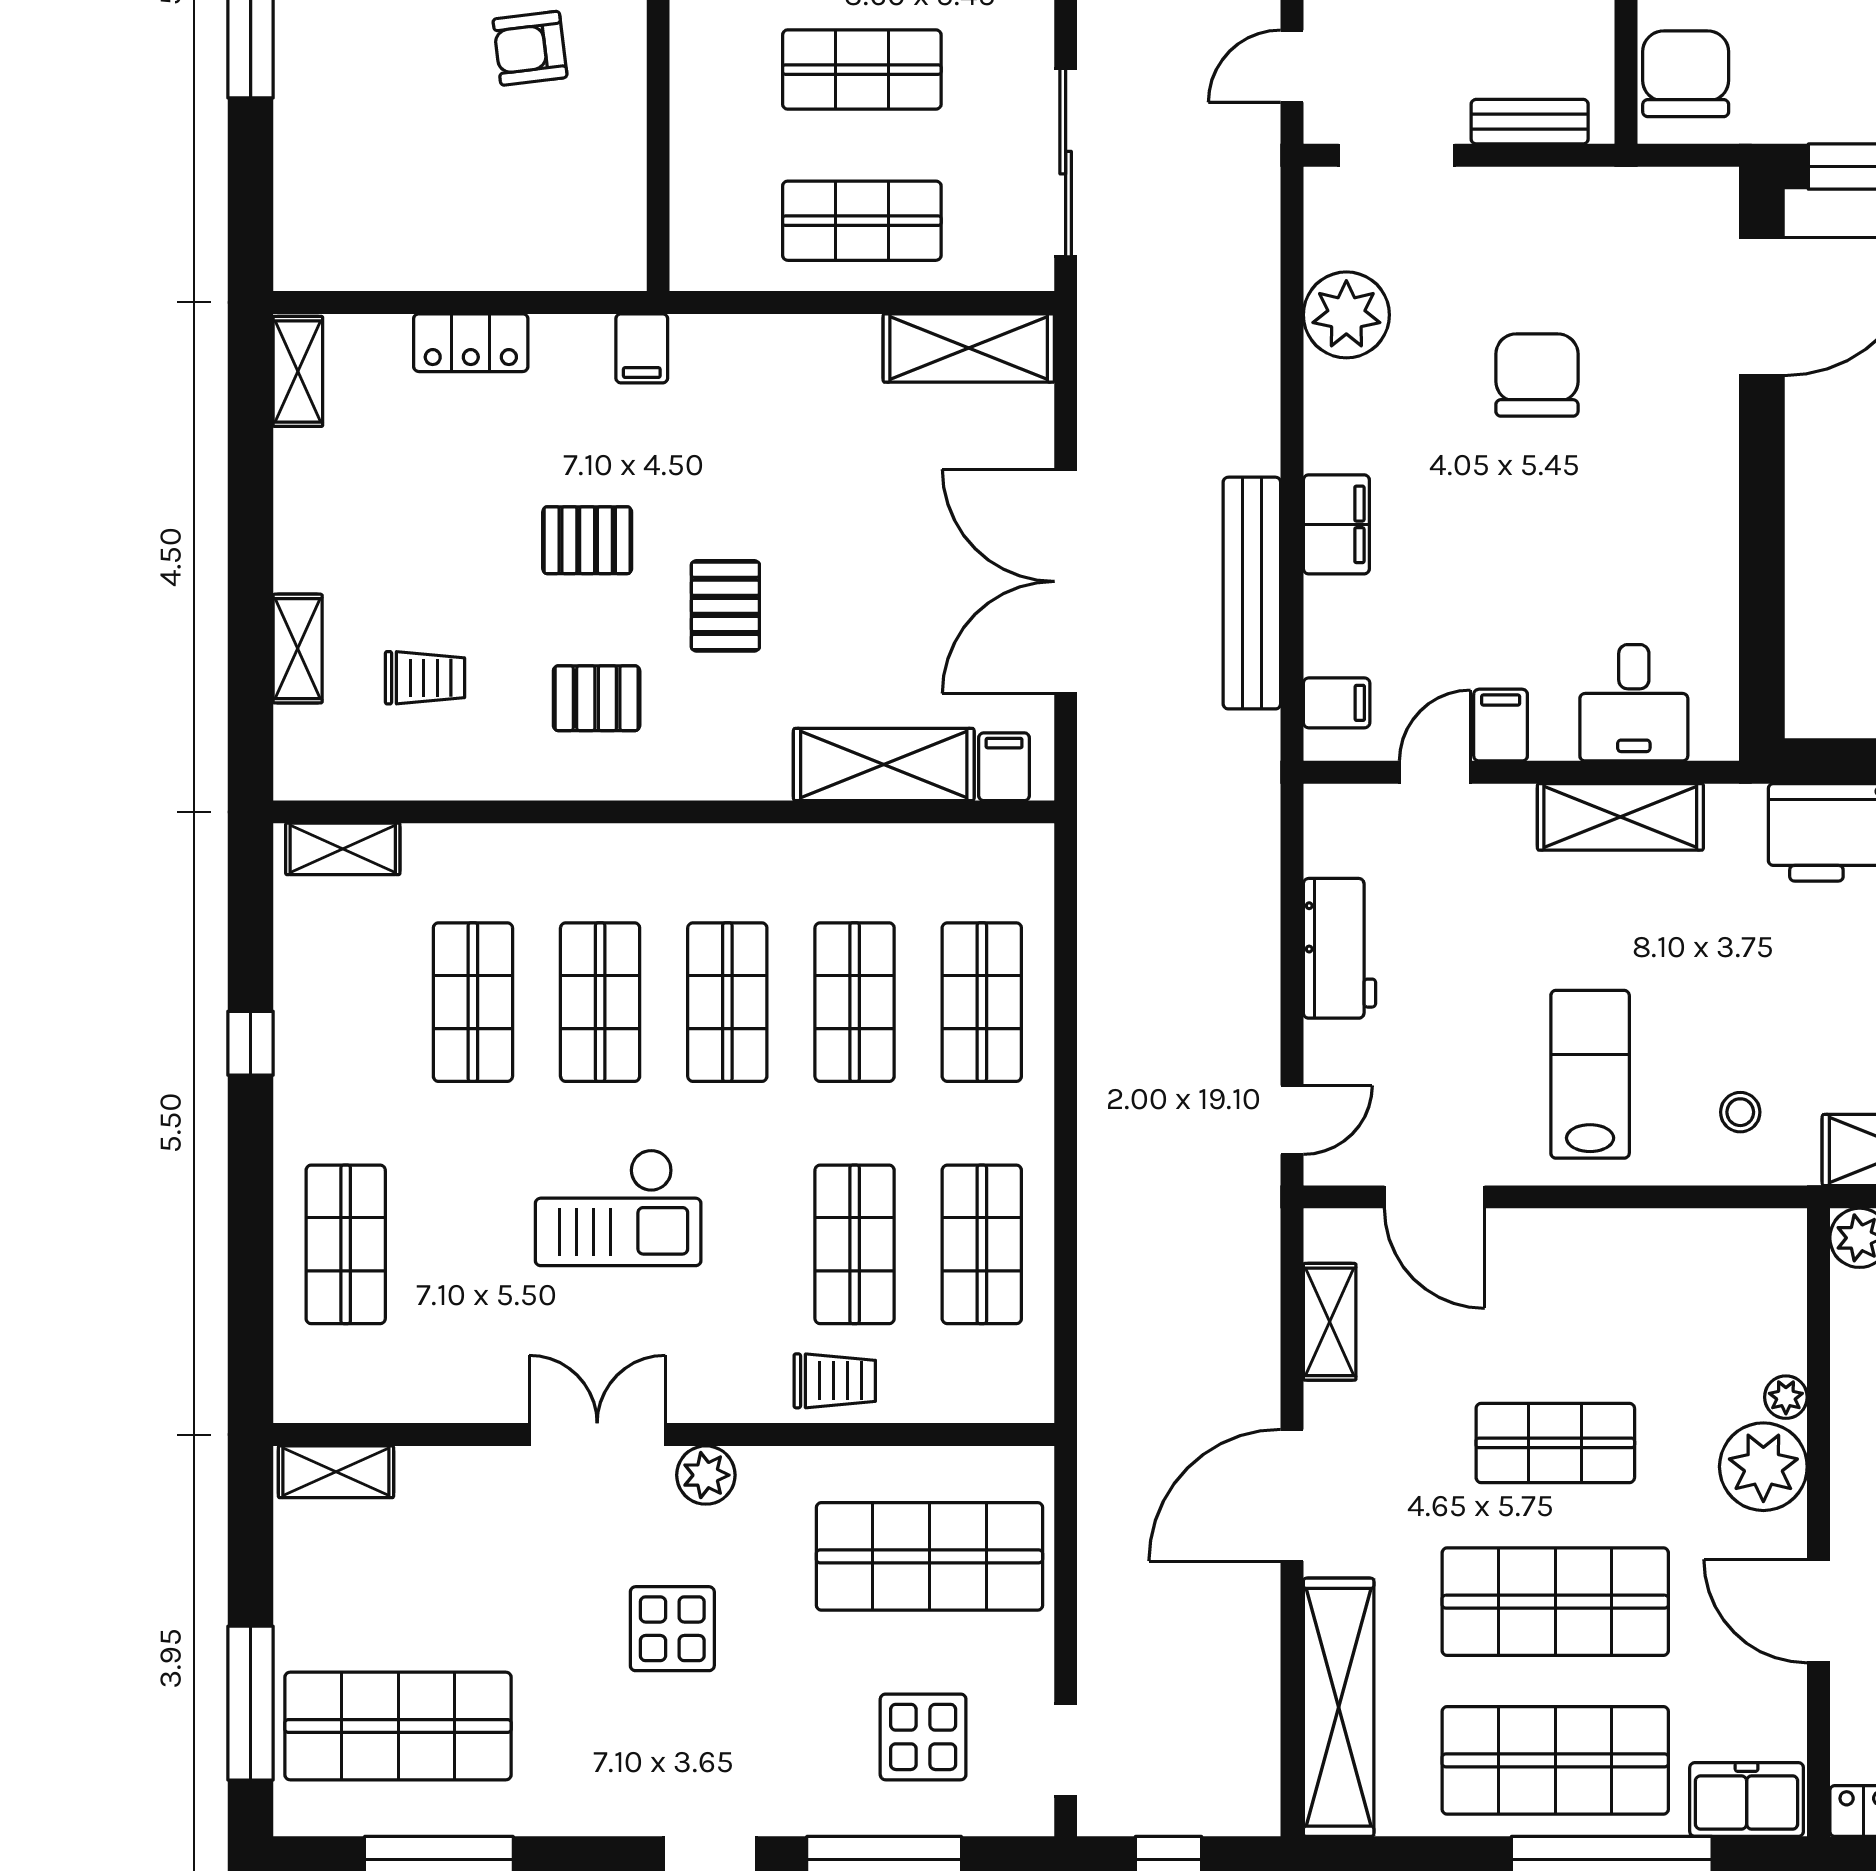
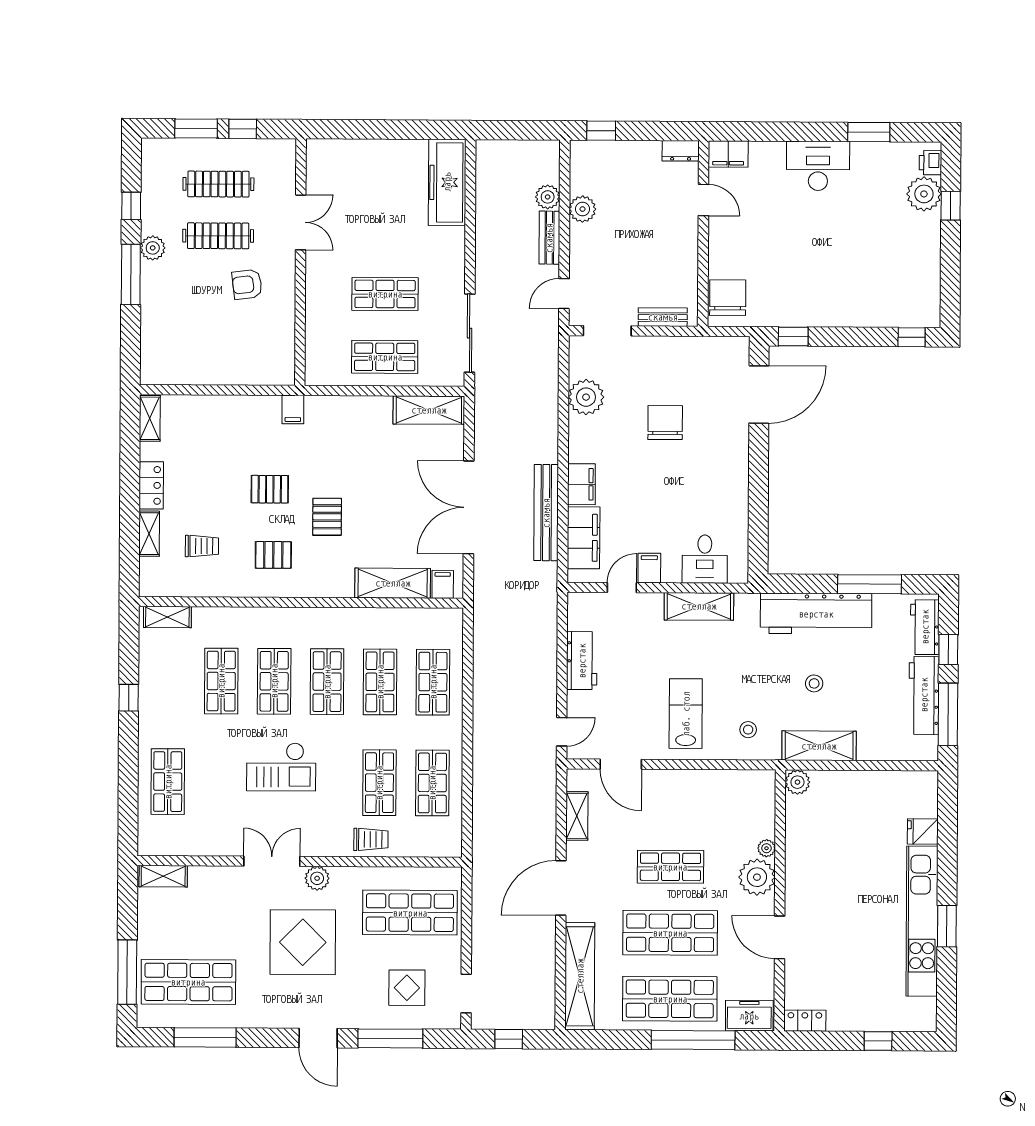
locker: (471, 343) -> (151, 485), moved, turned -90
filing cabinet: (1337, 703) -> (584, 538), width x3.00, depth x1.17
display table: (672, 1629) -> (303, 942), width x1.86, depth x1.86

